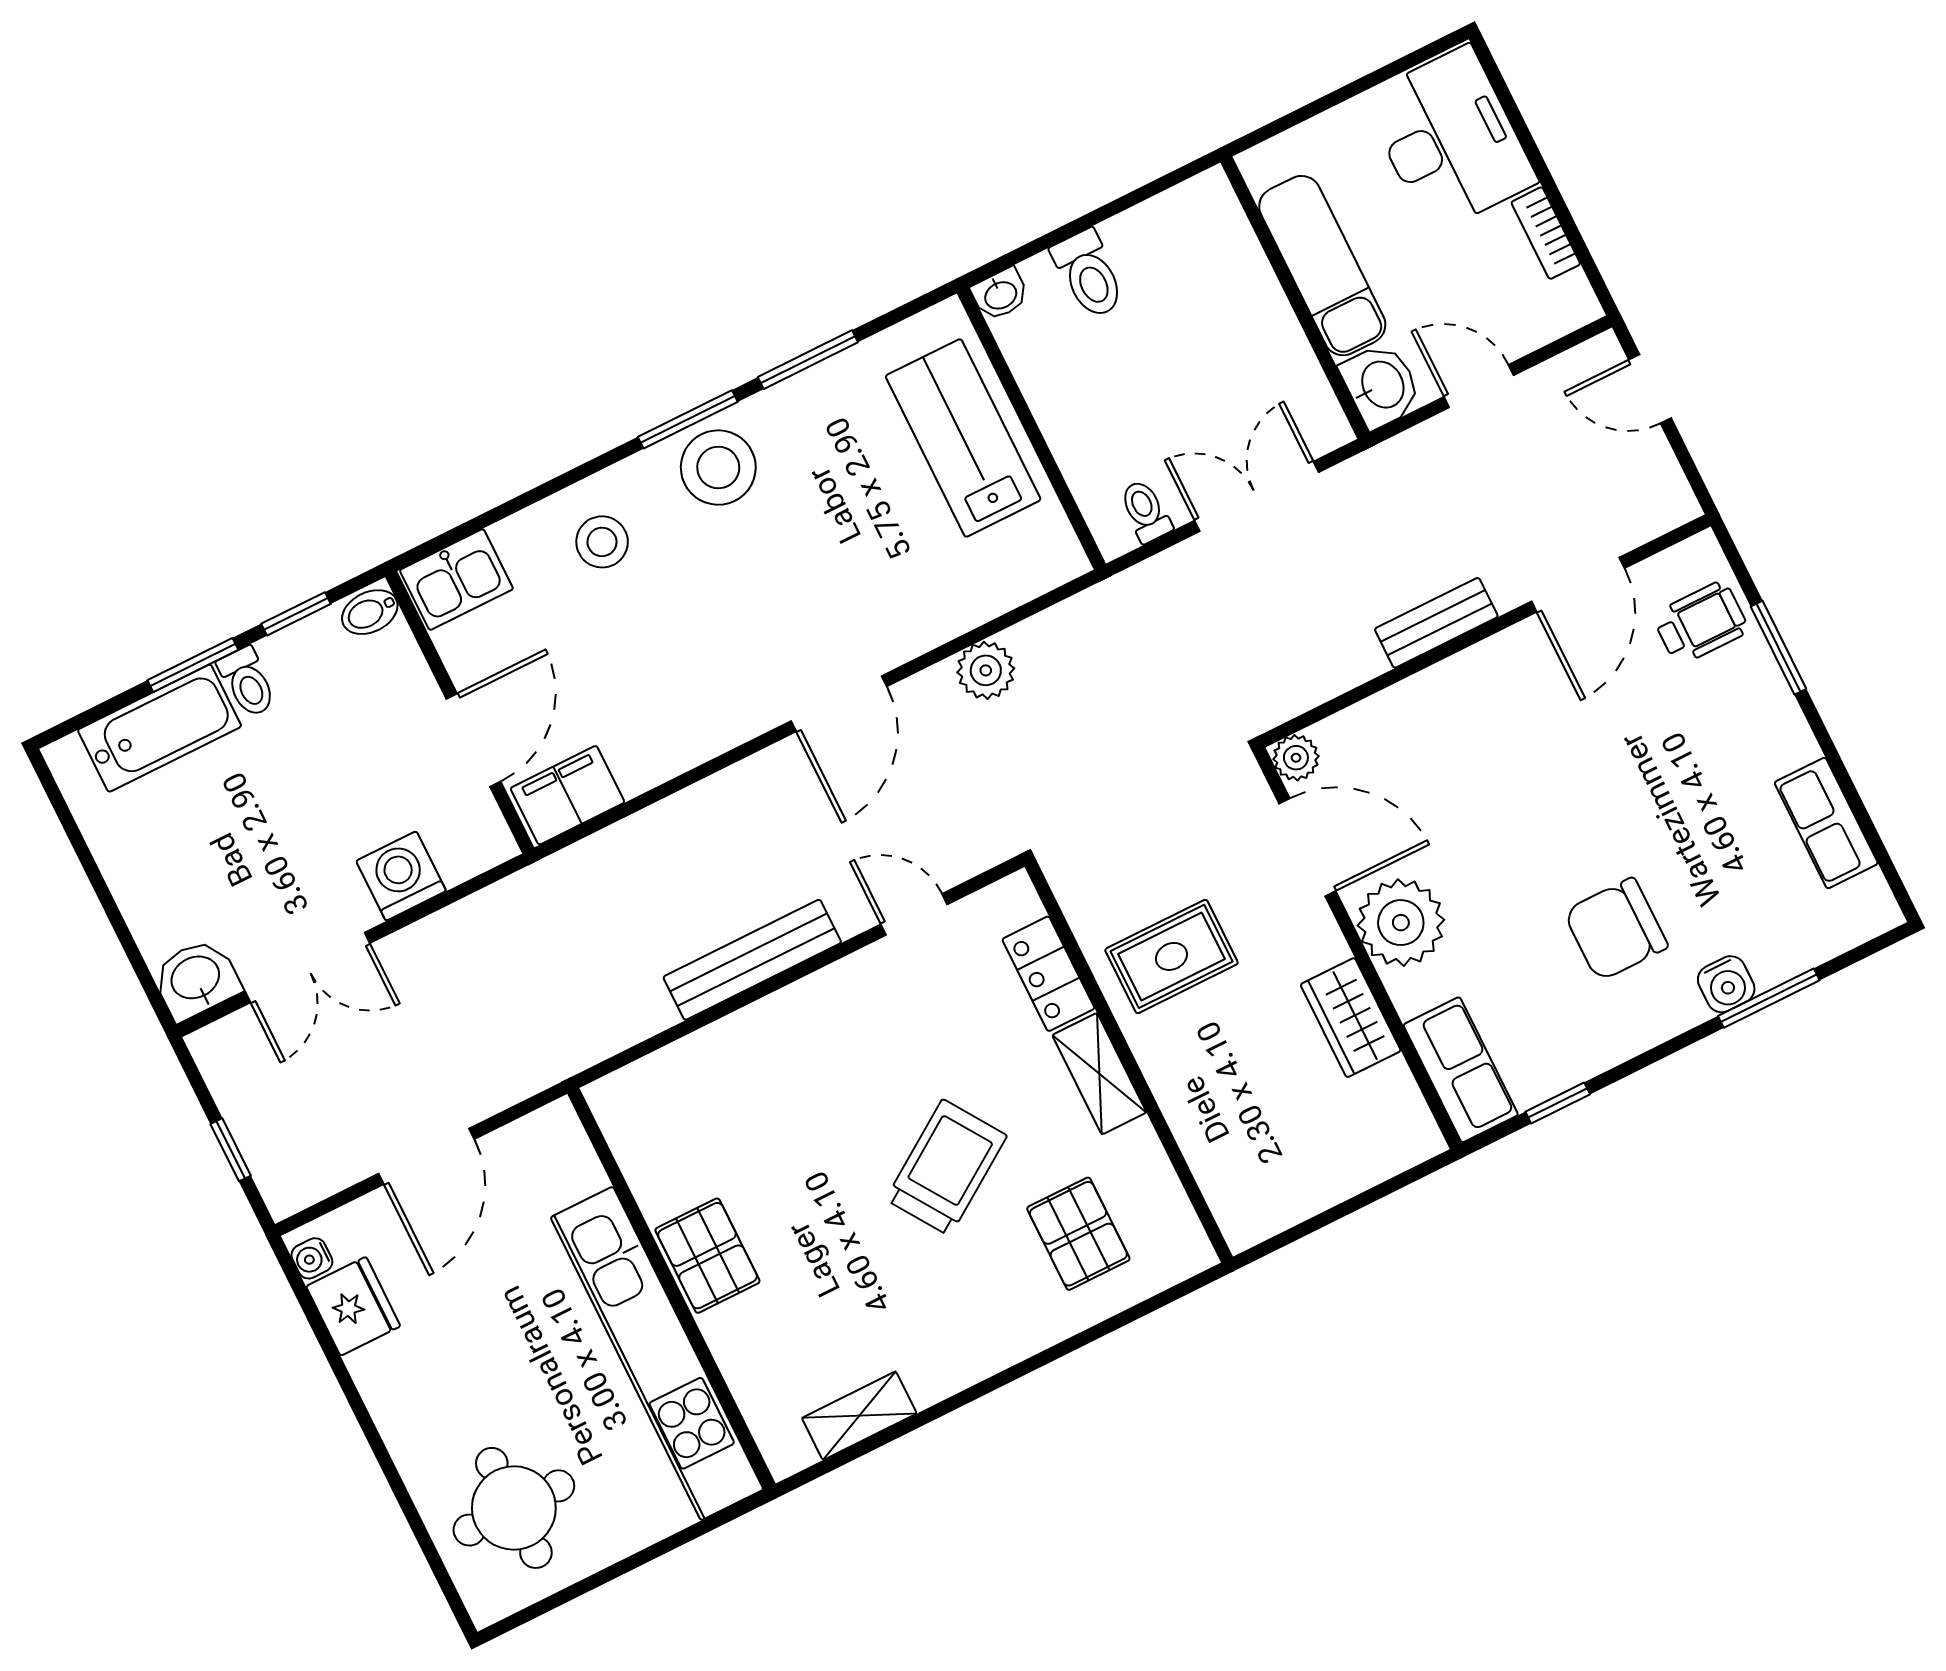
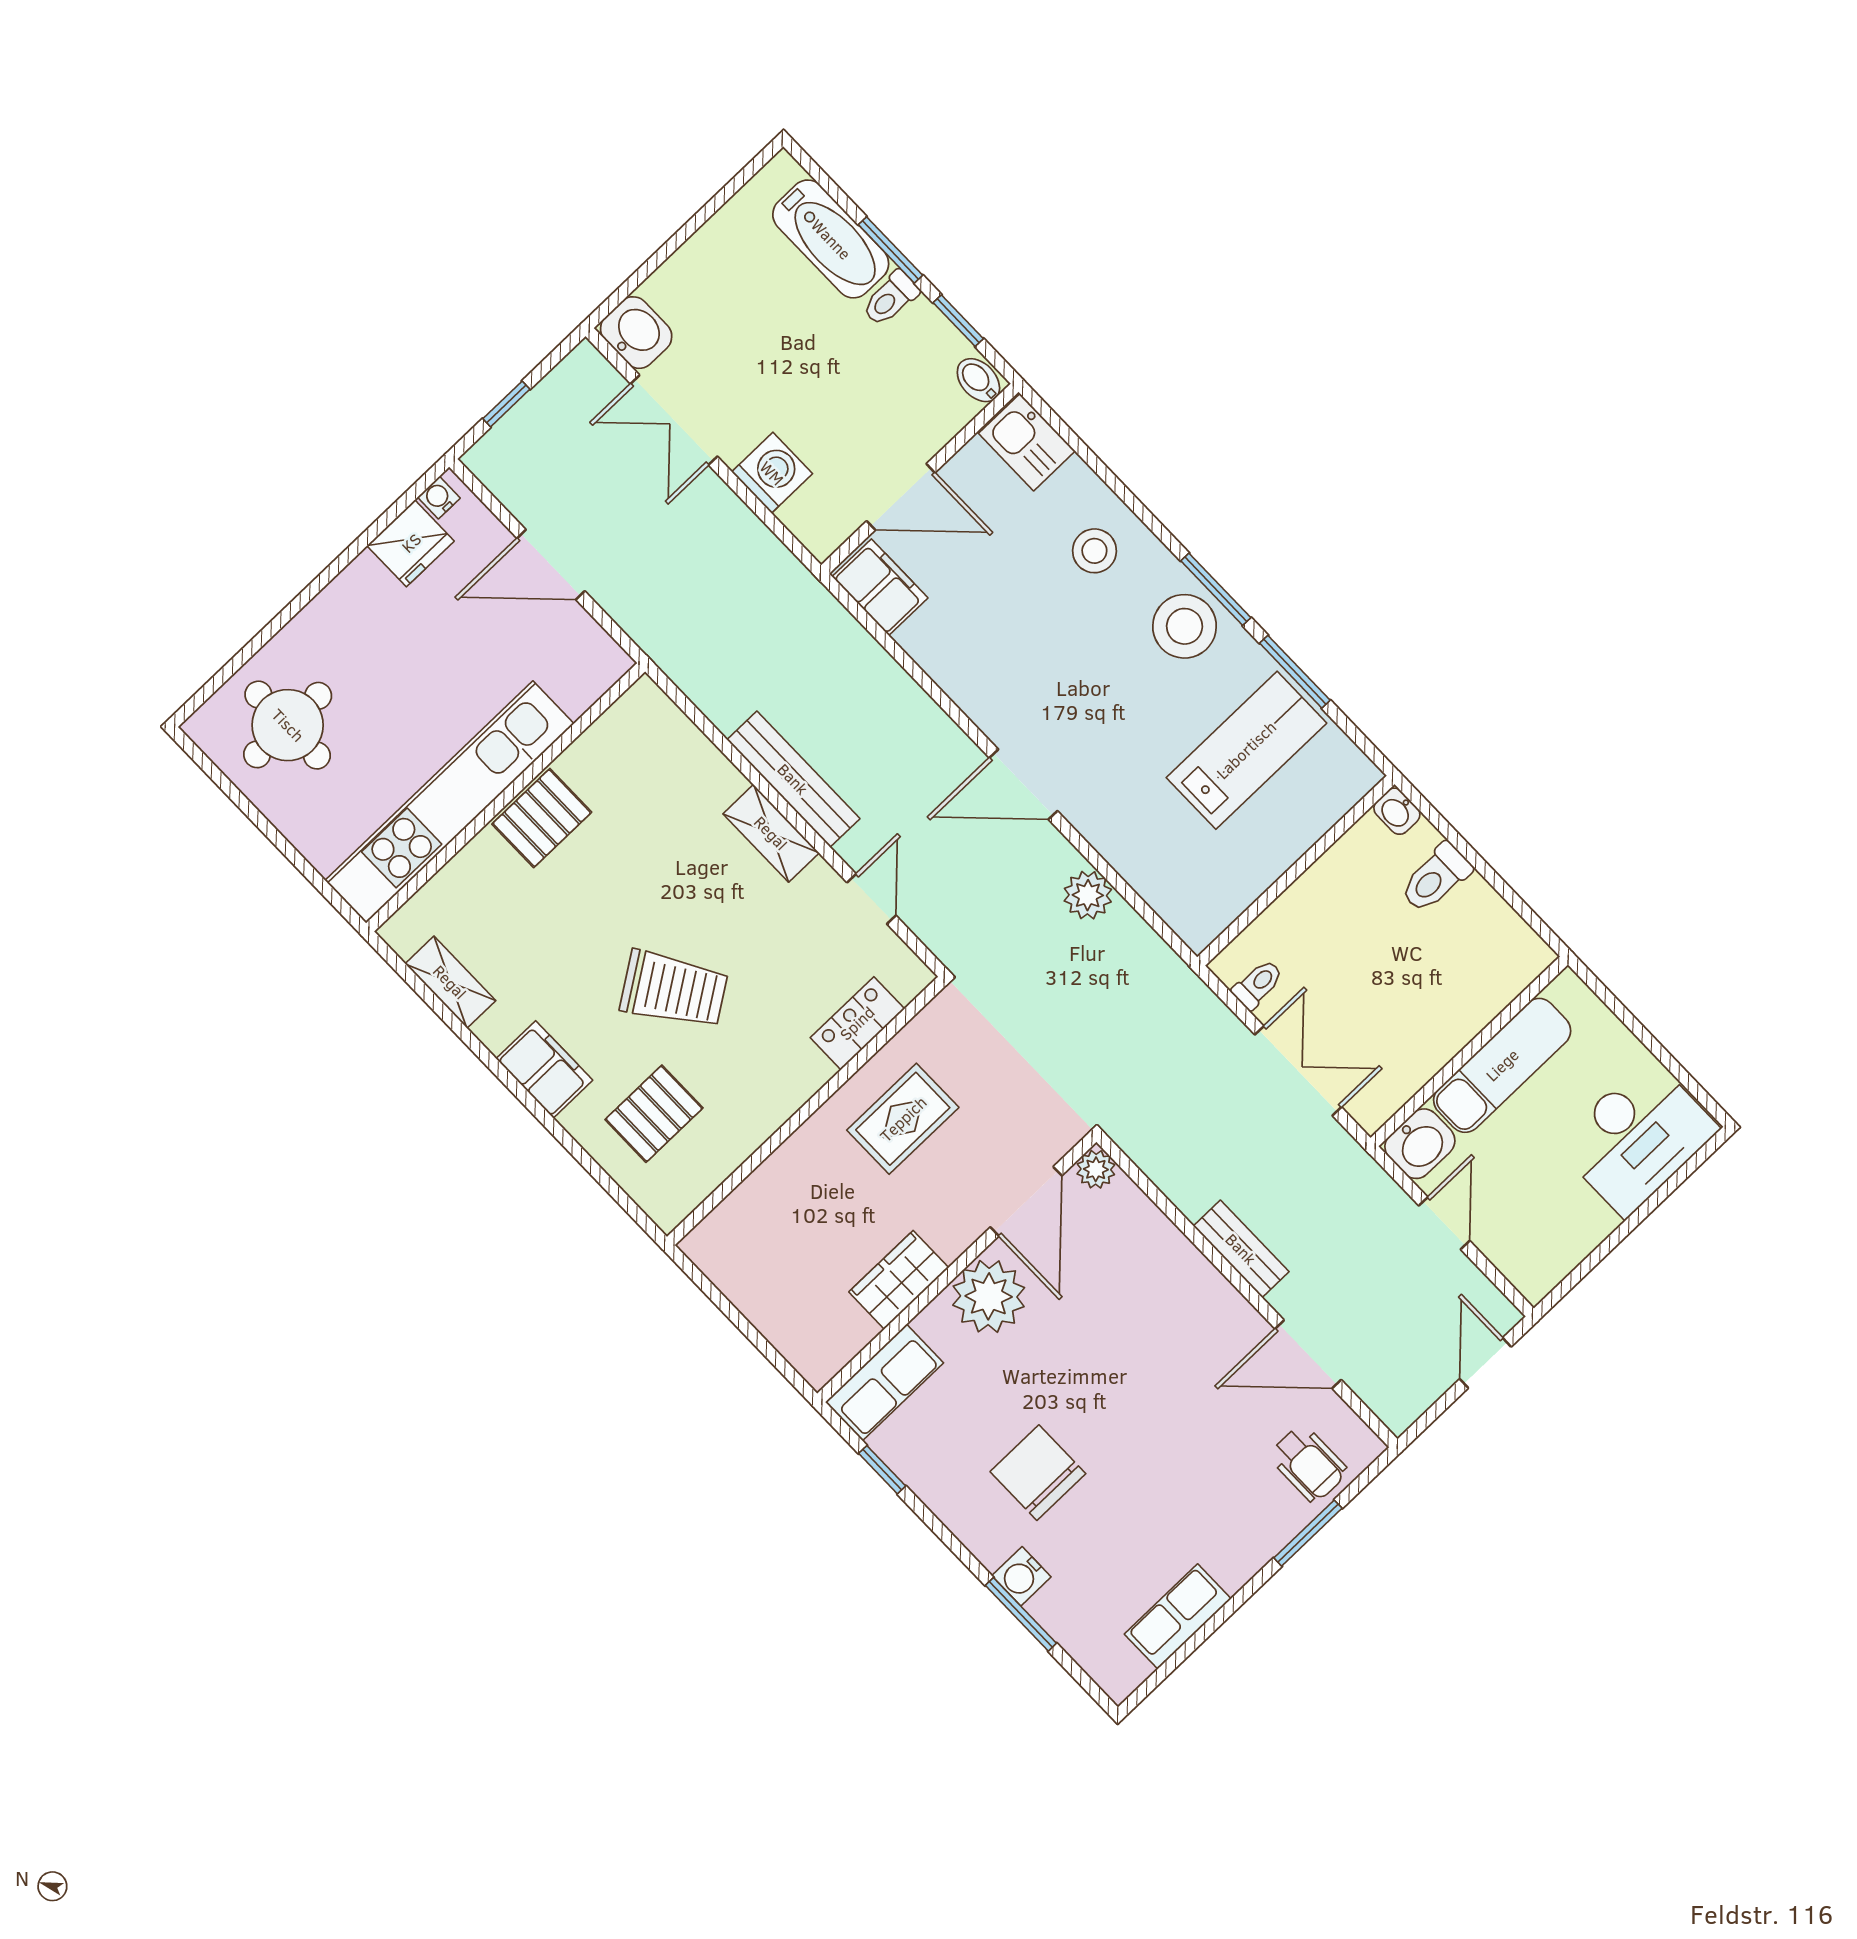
bookcase: (1546, 233) -> (1585, 1239), removed
lab bench: (963, 438) -> (1246, 750), moved
rug: (1171, 956) -> (903, 1119), turned 90
shelving: (1099, 1074) -> (771, 833), moved, turned 90
filing cabinet: (990, 1341) -> (544, 1069), added

